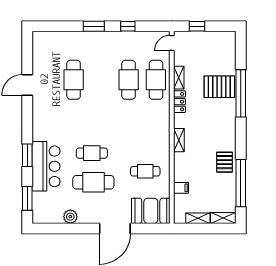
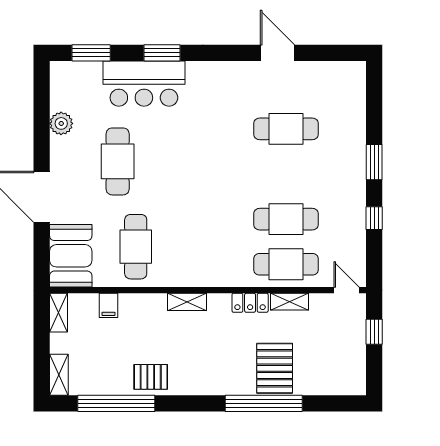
cafe table: (92, 153) -> (166, 159), removed
cafe table: (145, 171) -> (136, 247), width x1.37, depth x1.35
shelving: (198, 218) -> (58, 313), moved

